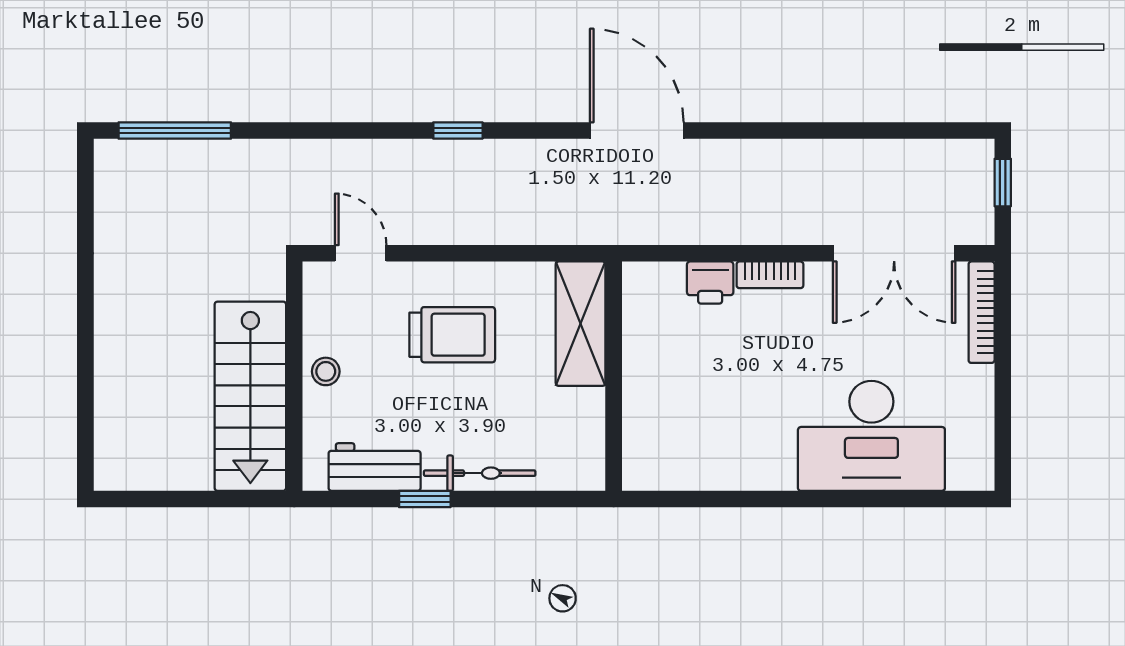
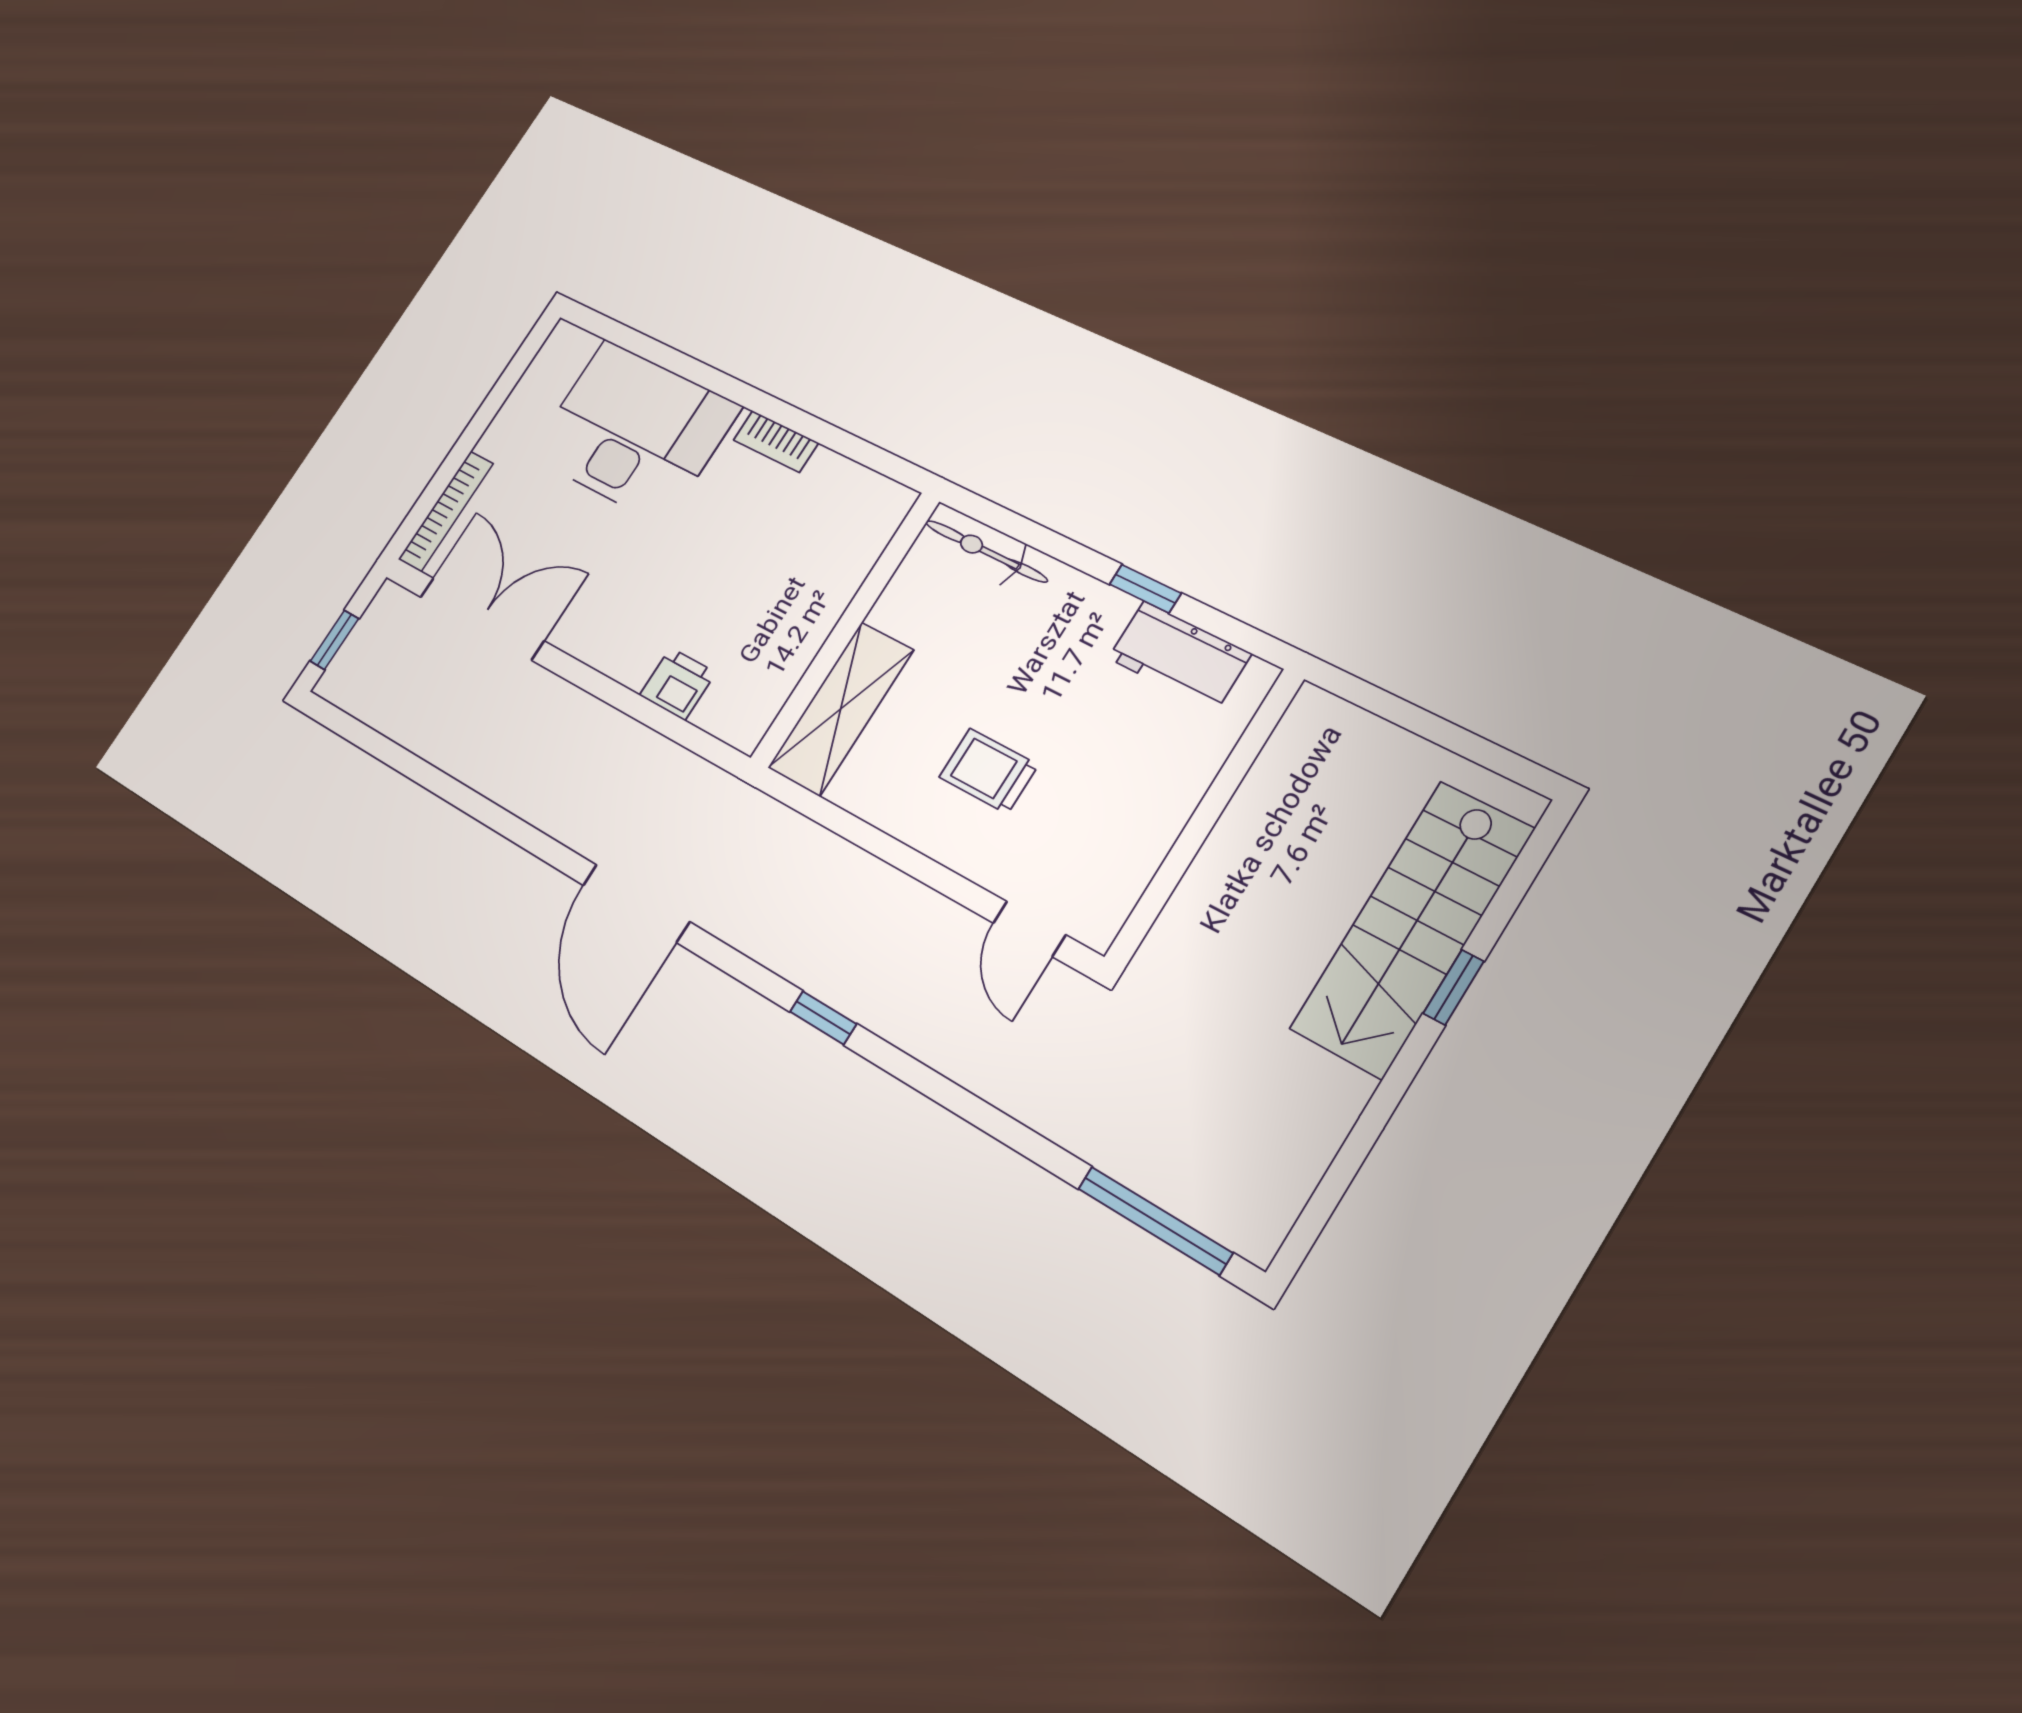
bookcase: (770, 275) -> (776, 441), moved, turned 180
trolley: (452, 335) -> (989, 771), width x0.73, depth x0.72
window: (85, 354) -> (1454, 987), added
stool: (326, 371) -> (1163, 803), removed
stairs: (250, 396) -> (1412, 929), moved, turned 180
bicycle: (480, 473) -> (986, 551), moved

